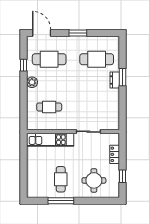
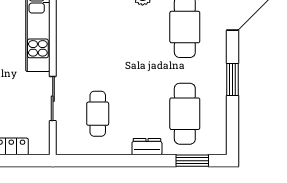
window: (122, 77) -> (192, 161), moved
cafe table: (49, 107) -> (98, 114), moved

